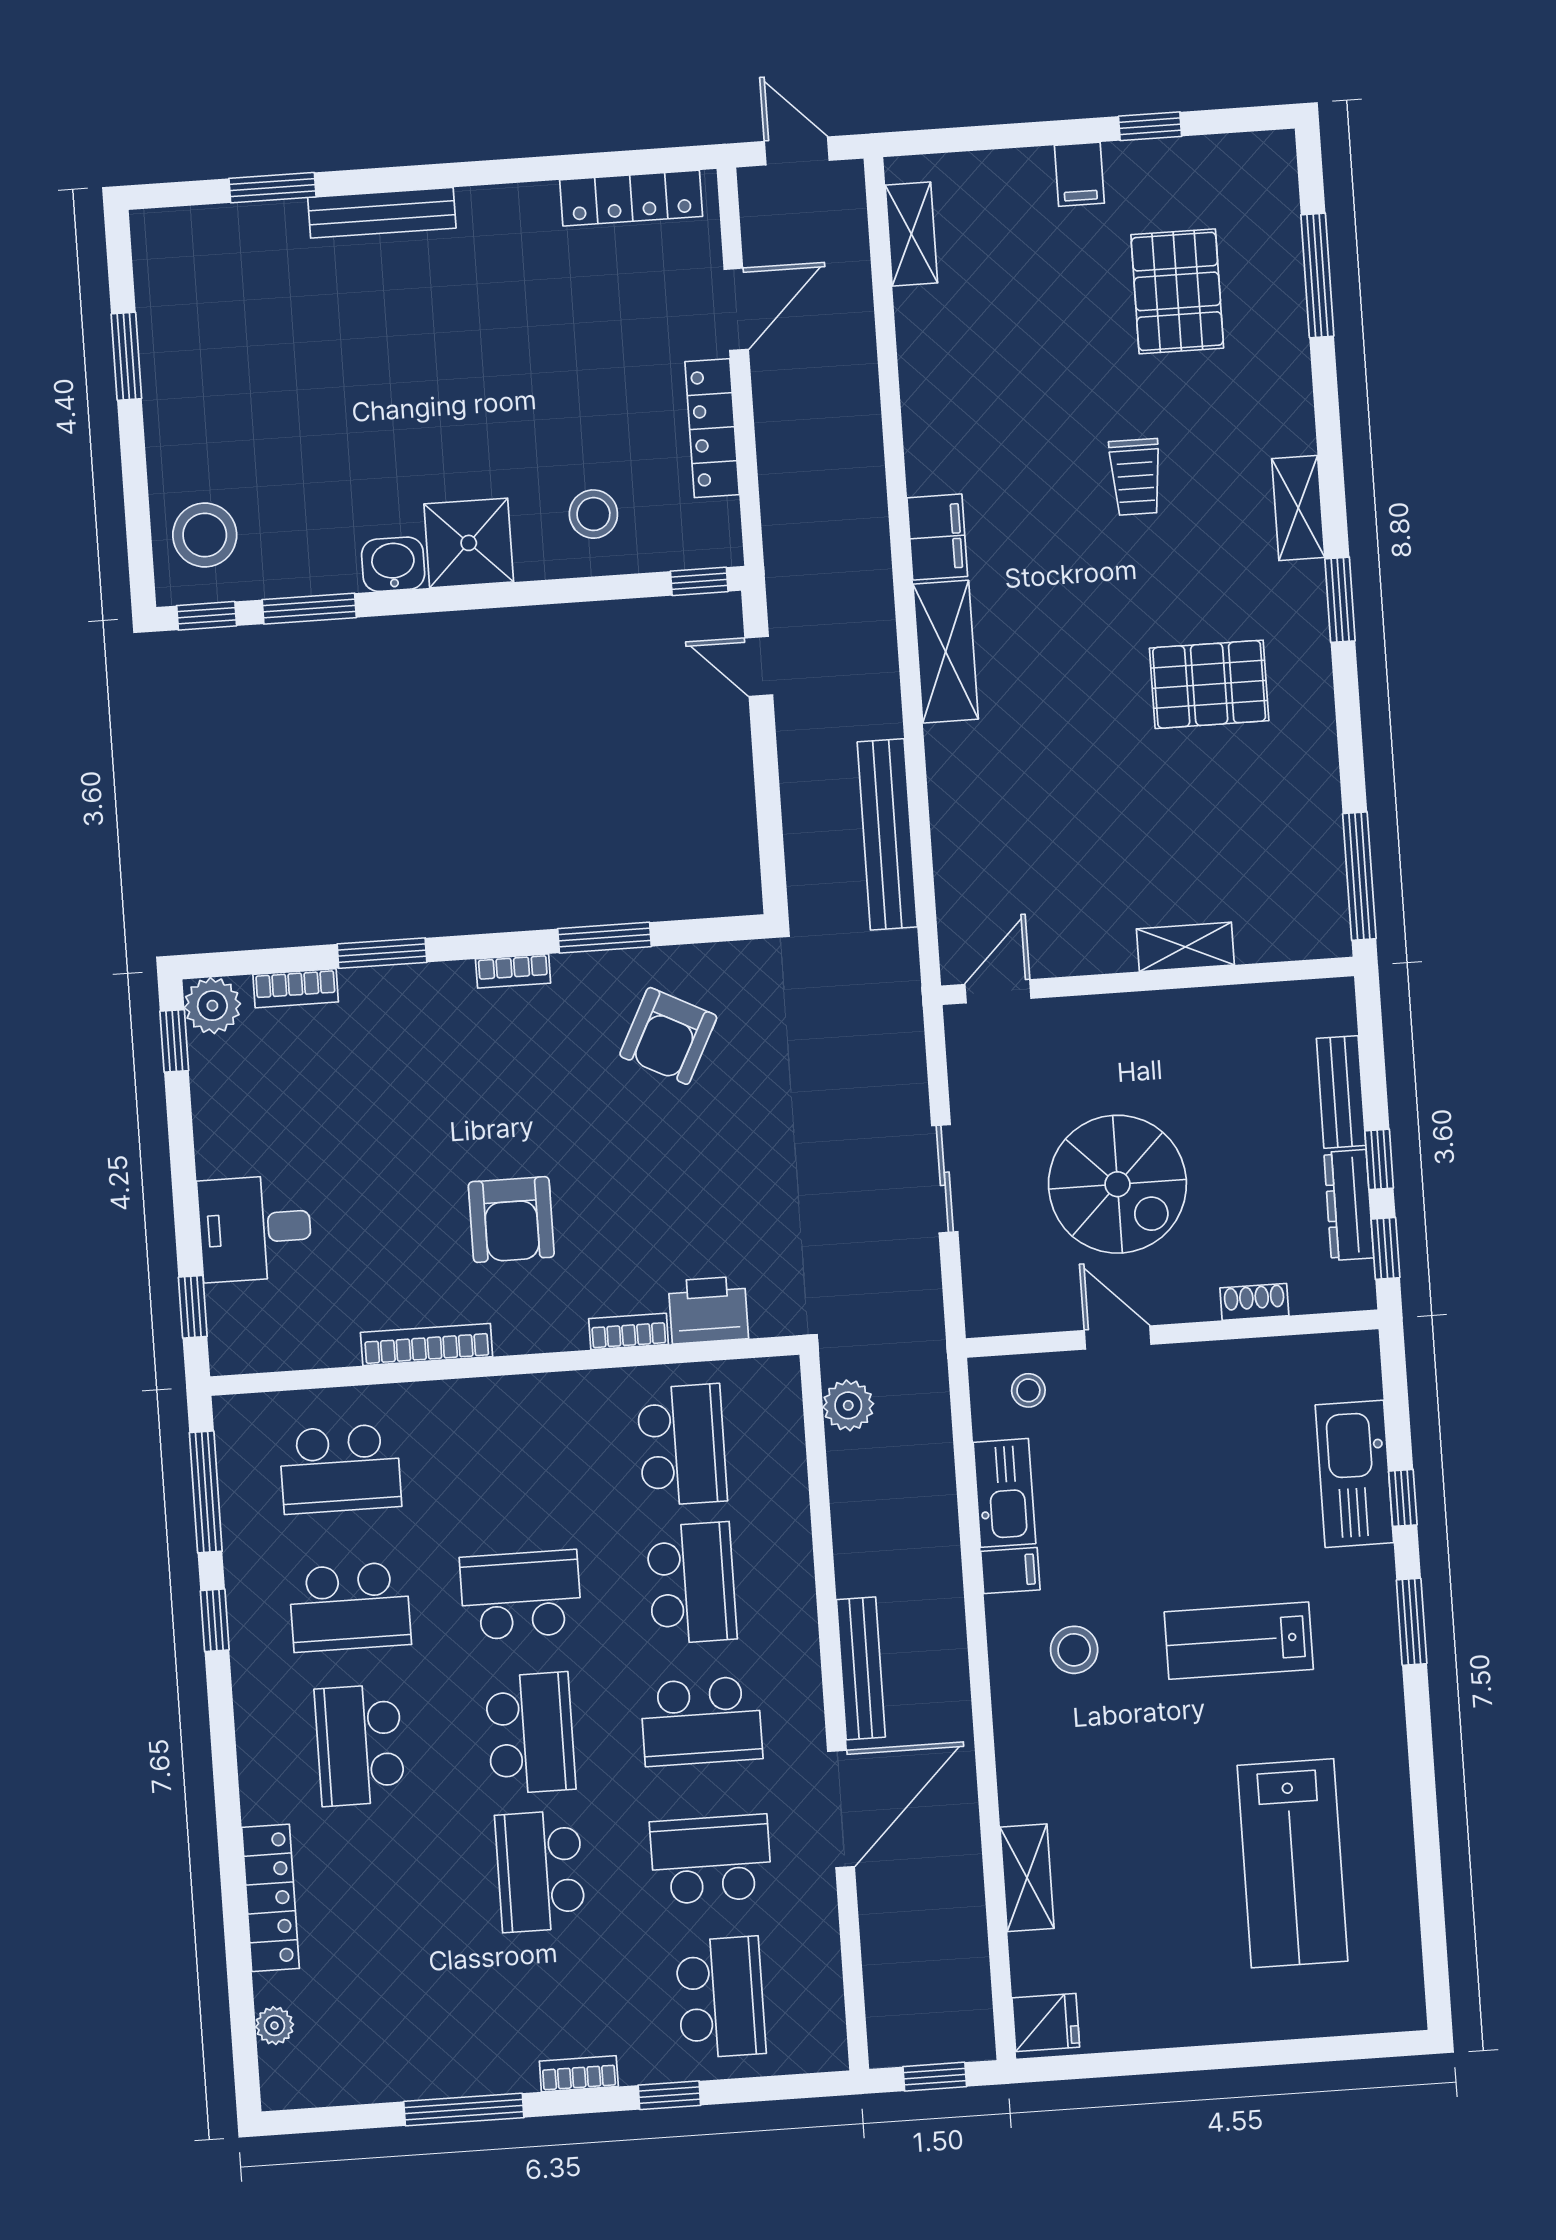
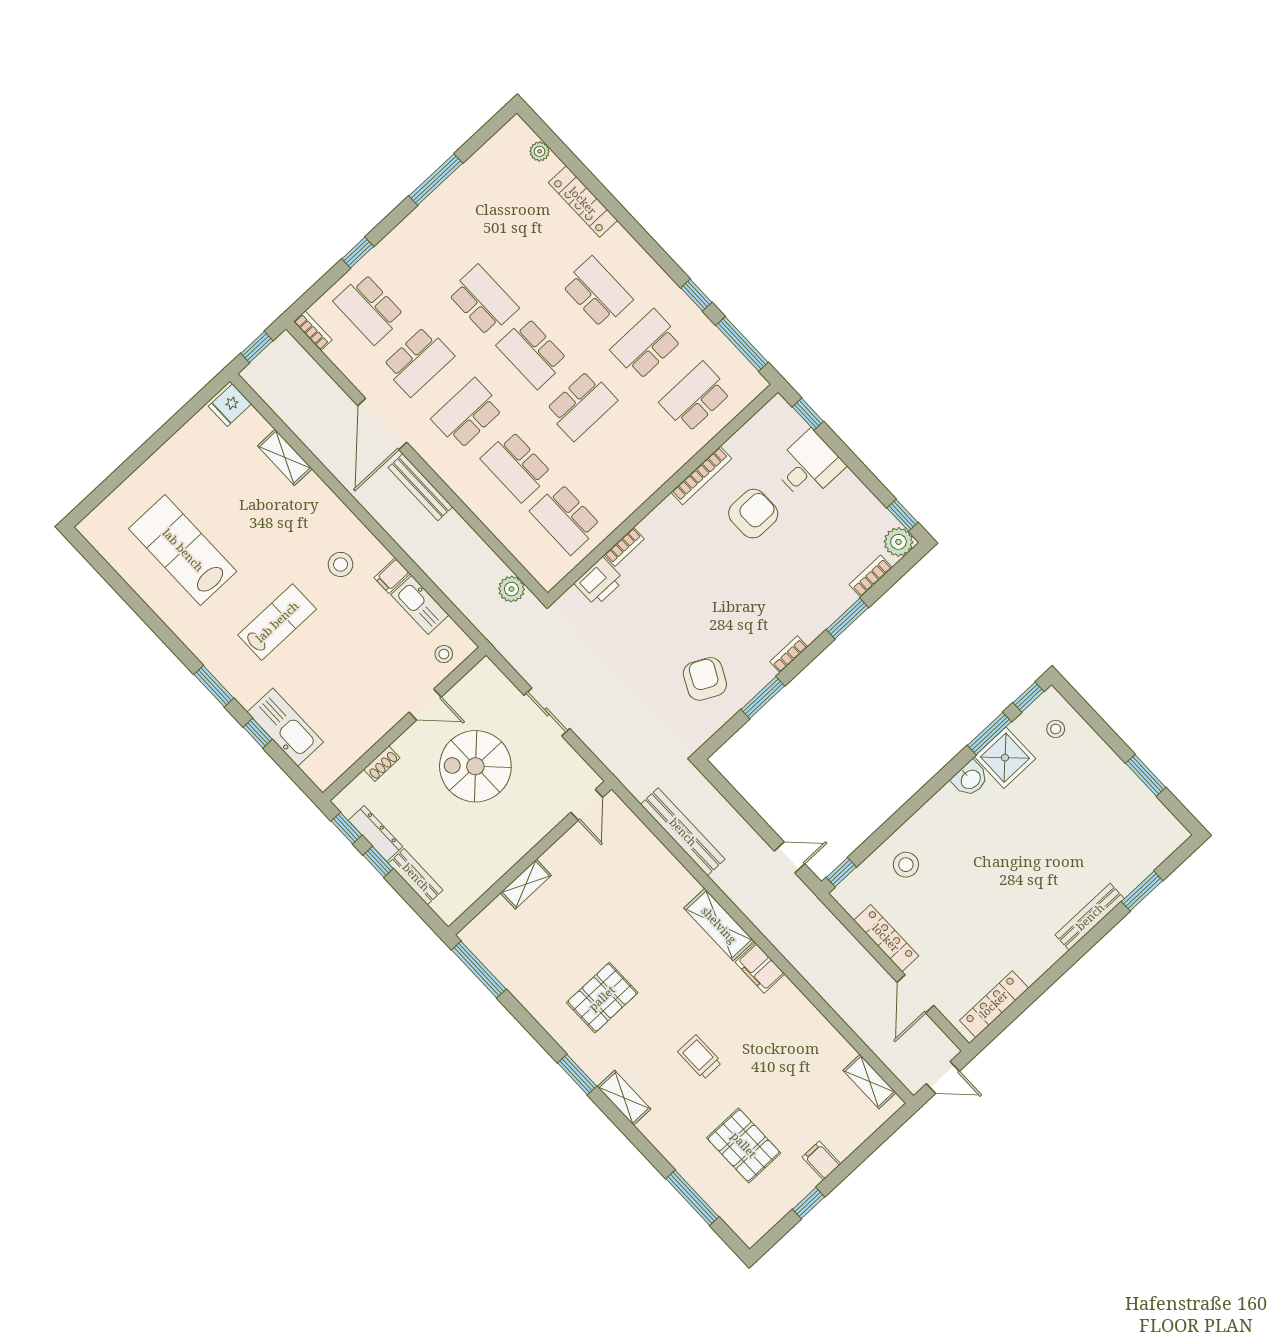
stool: (205, 535) -> (1056, 729), width x0.53, depth x0.53
shower: (469, 543) -> (1005, 758), moved
armchair: (511, 1220) -> (753, 514), moved, turned 90
bookcase: (579, 2074) -> (313, 331), moved, turned -90

